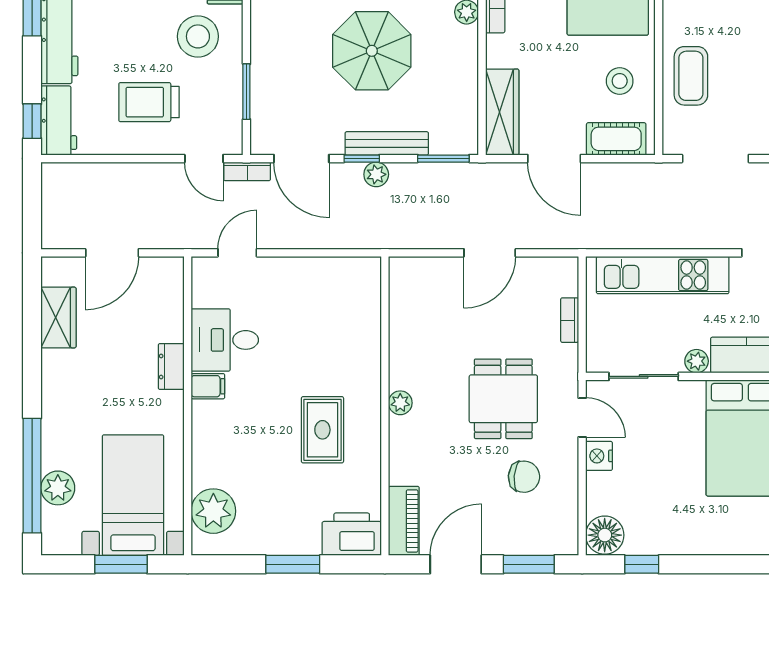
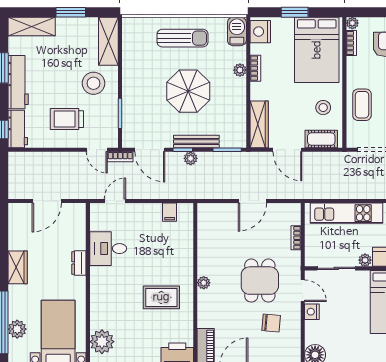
wardrobe: (58, 318) -> (18, 267), moved
filing cabinet: (208, 386) -> (170, 212), moved, turned 90
rug: (322, 430) -> (161, 297), turned 90

